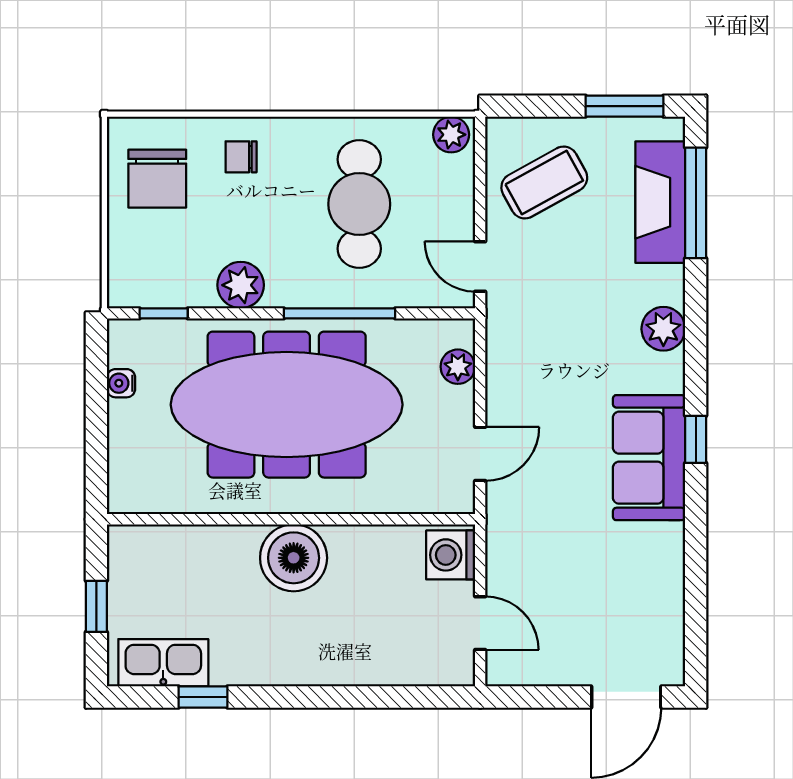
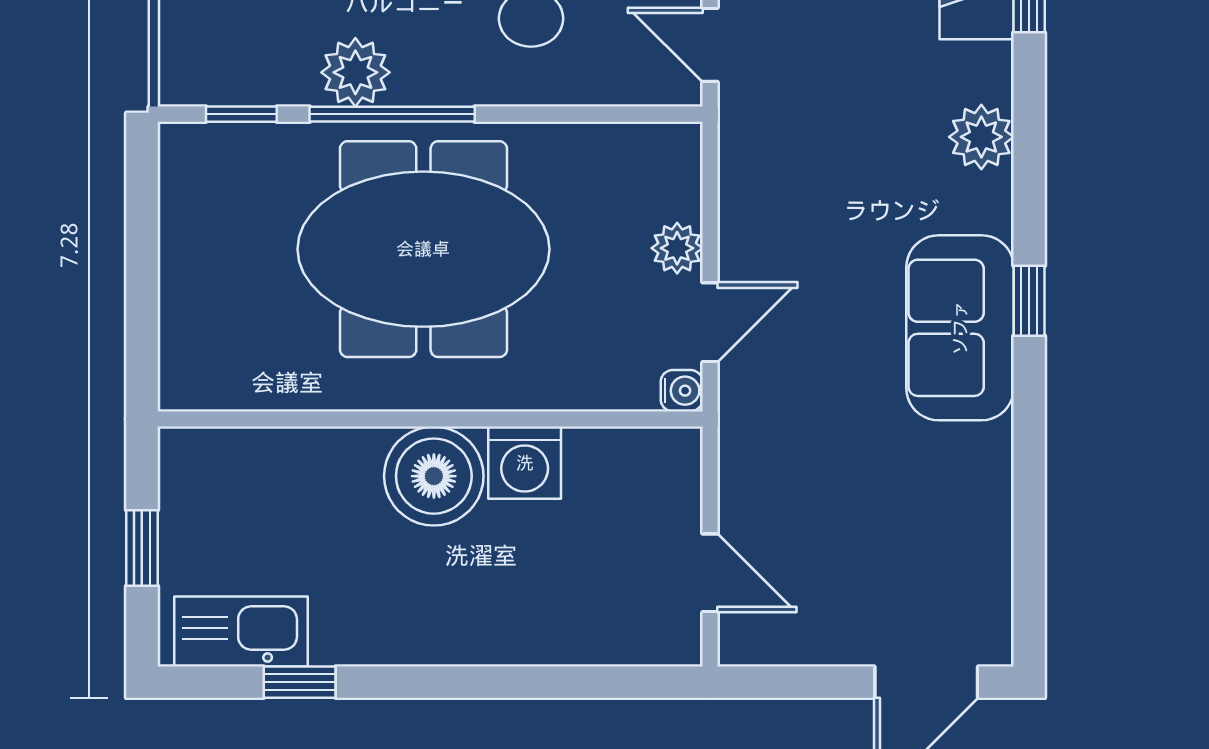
window: (339, 313) -> (392, 114), moved
plant: (458, 367) -> (677, 248), moved
water cooler: (121, 383) -> (682, 391), moved, turned 180
meeting table: (287, 405) -> (423, 249), width x0.73
washing machine: (451, 555) -> (525, 463), moved, turned -90

